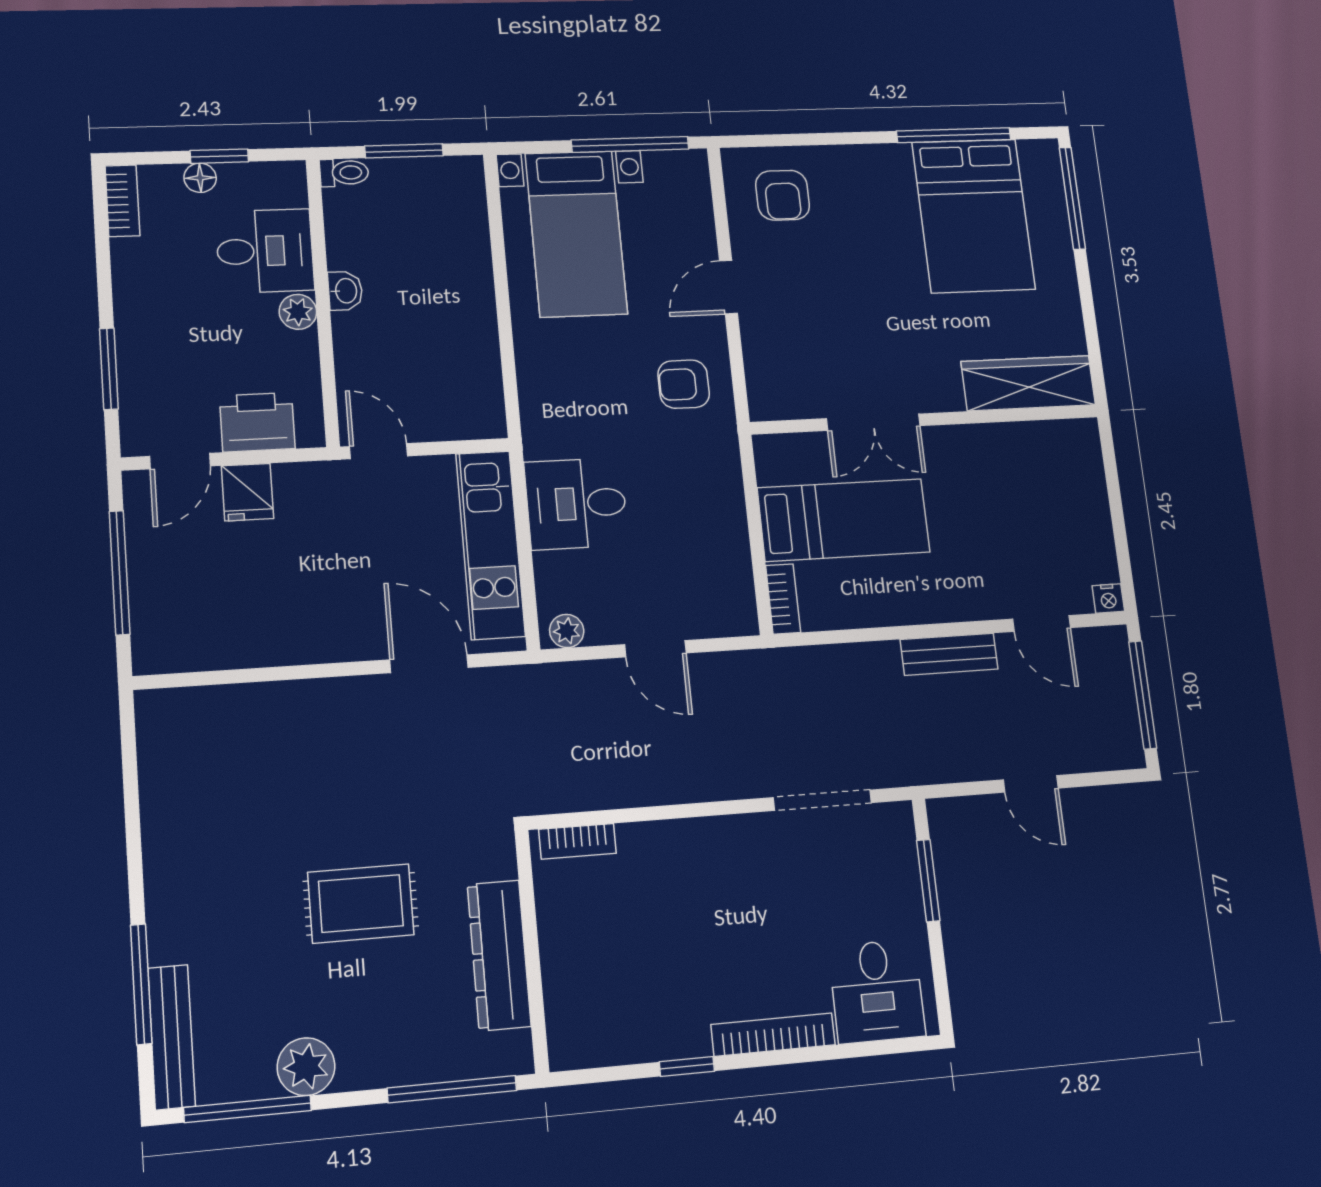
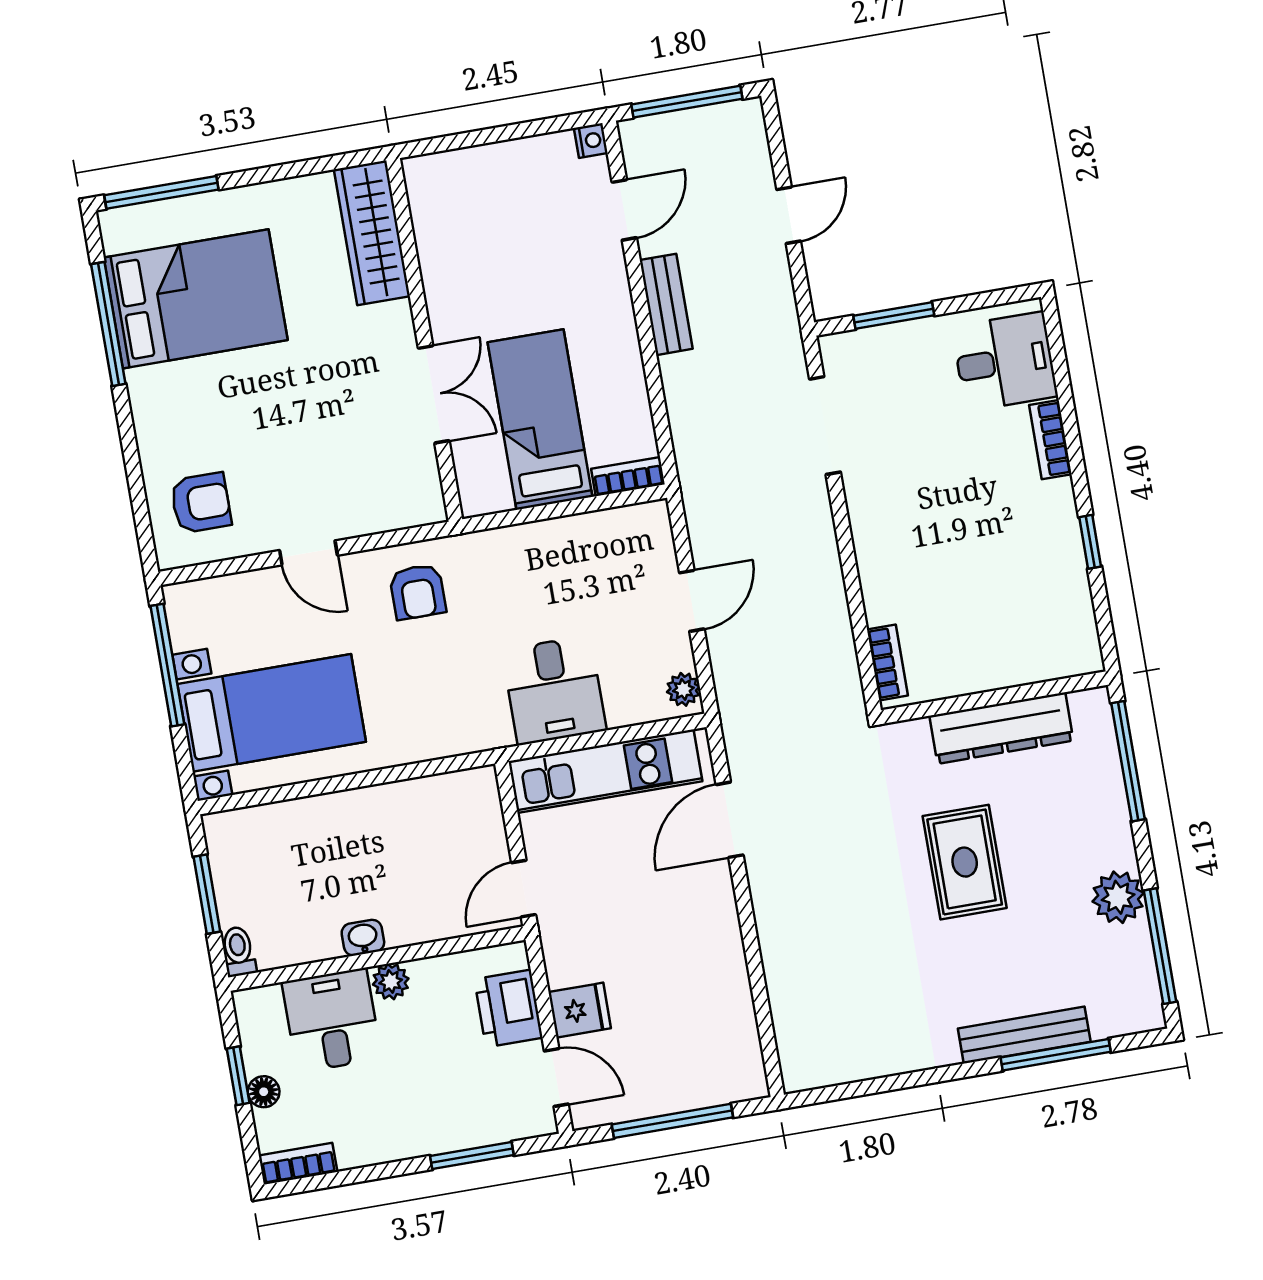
bookcase: (773, 1035) -> (1050, 440), width x0.64
bench: (171, 1037) -> (1024, 1035), moved

